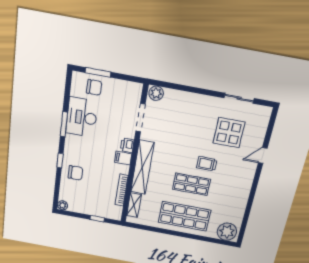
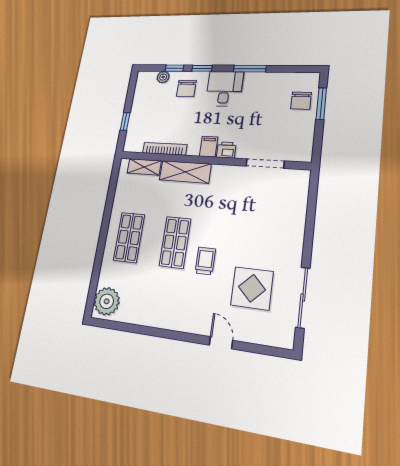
plant: (156, 93) -> (300, 181), removed
sliding door: (239, 98) -> (303, 298), width x1.37
desk: (82, 117) -> (224, 89), moved, width x0.73
shelving: (142, 167) -> (185, 172), width x0.68
window: (58, 181) -> (174, 68), added
plant: (63, 205) -> (163, 77), moved
shop shelf: (184, 216) -> (129, 237), width x0.70, depth x0.74

